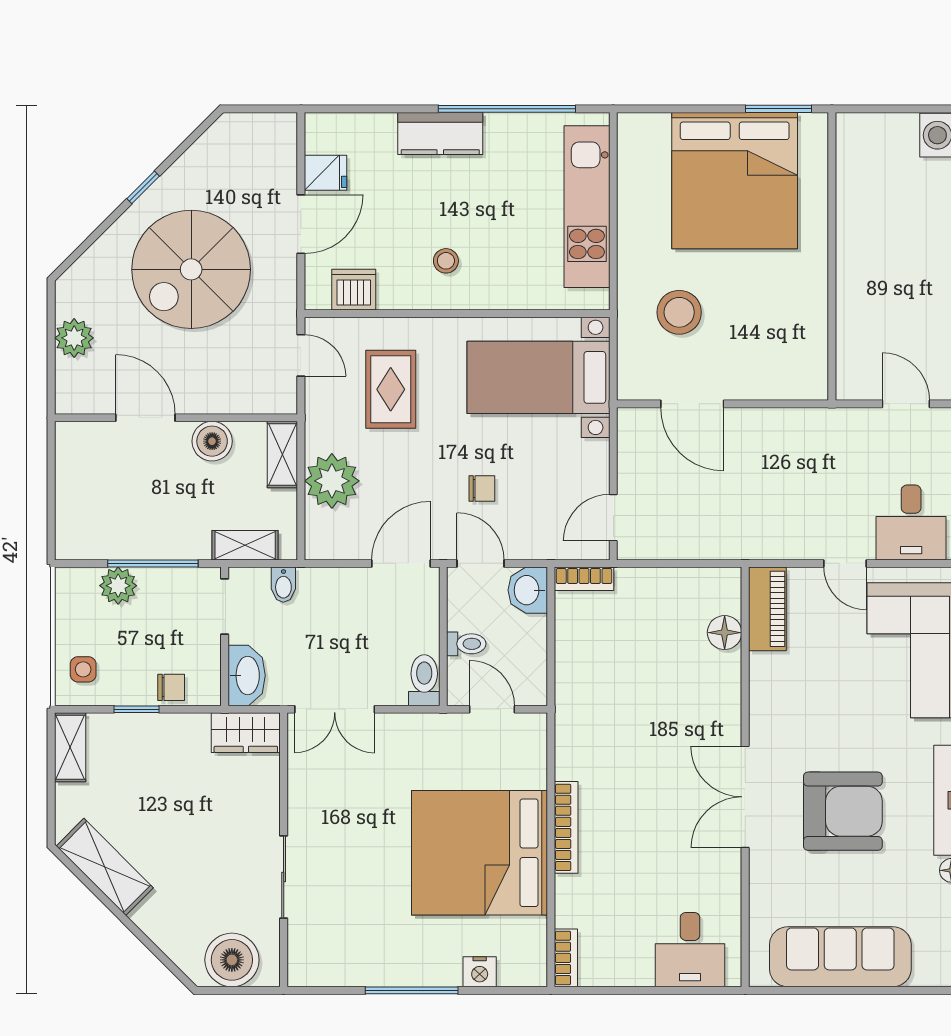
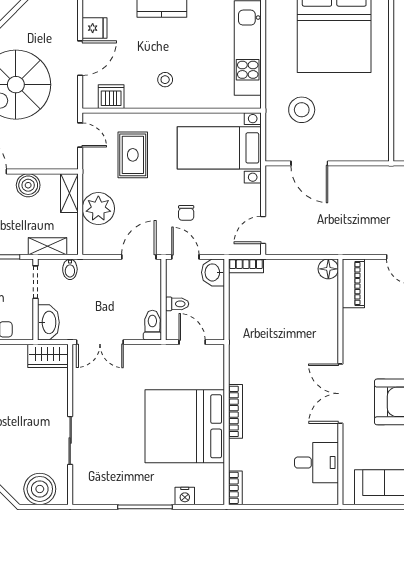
chair: (482, 488) -> (186, 213), turned 90
floor lamp: (725, 633) -> (328, 269), moved
desk: (690, 950) -> (316, 463), moved, turned -90

